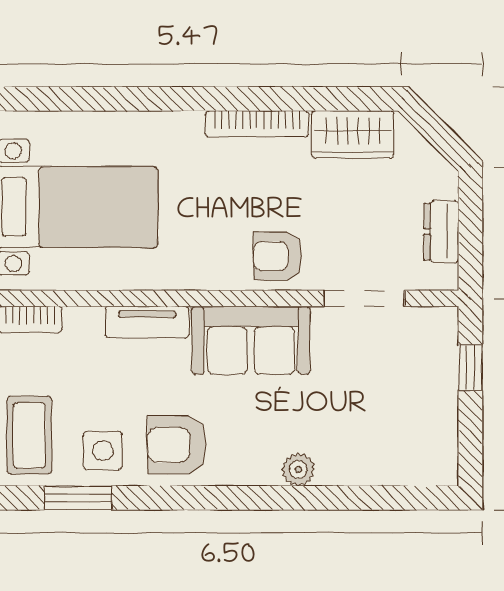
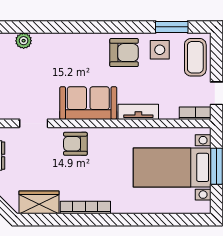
armchair: (278, 256) -> (75, 144), turned 180
doorway: (364, 298) -> (34, 123), width x0.73
plant: (298, 469) -> (24, 41), moved

